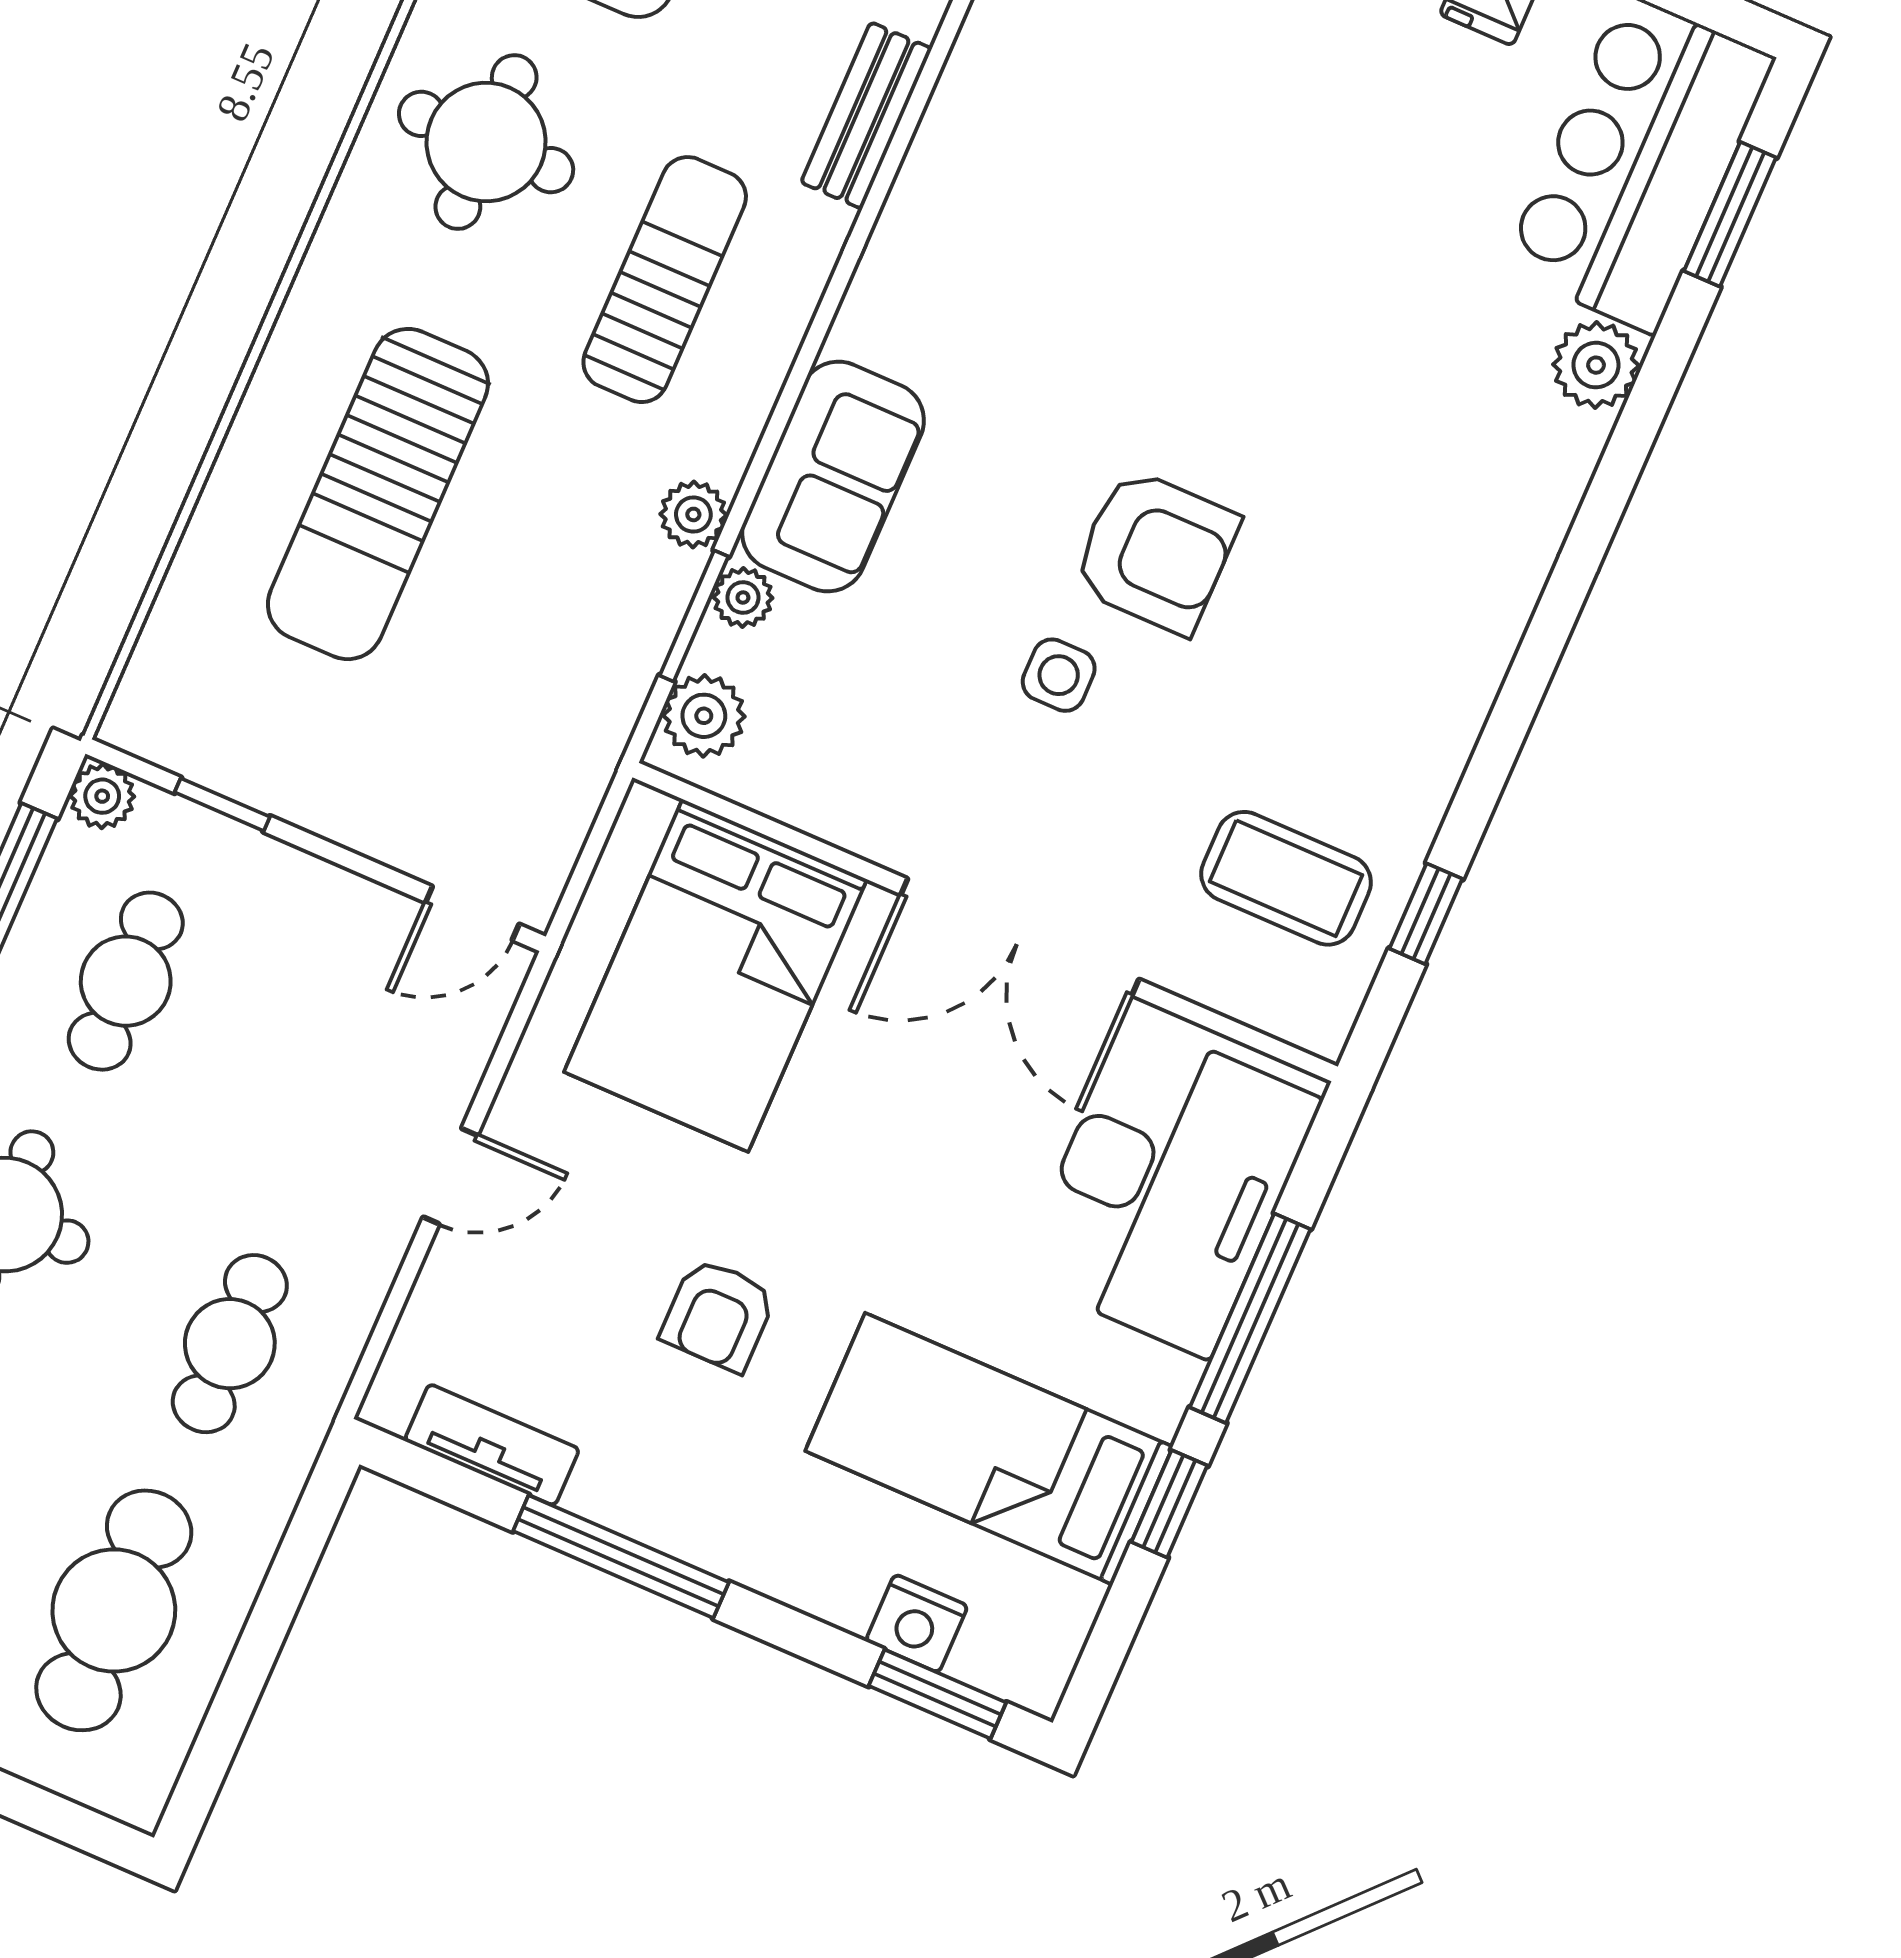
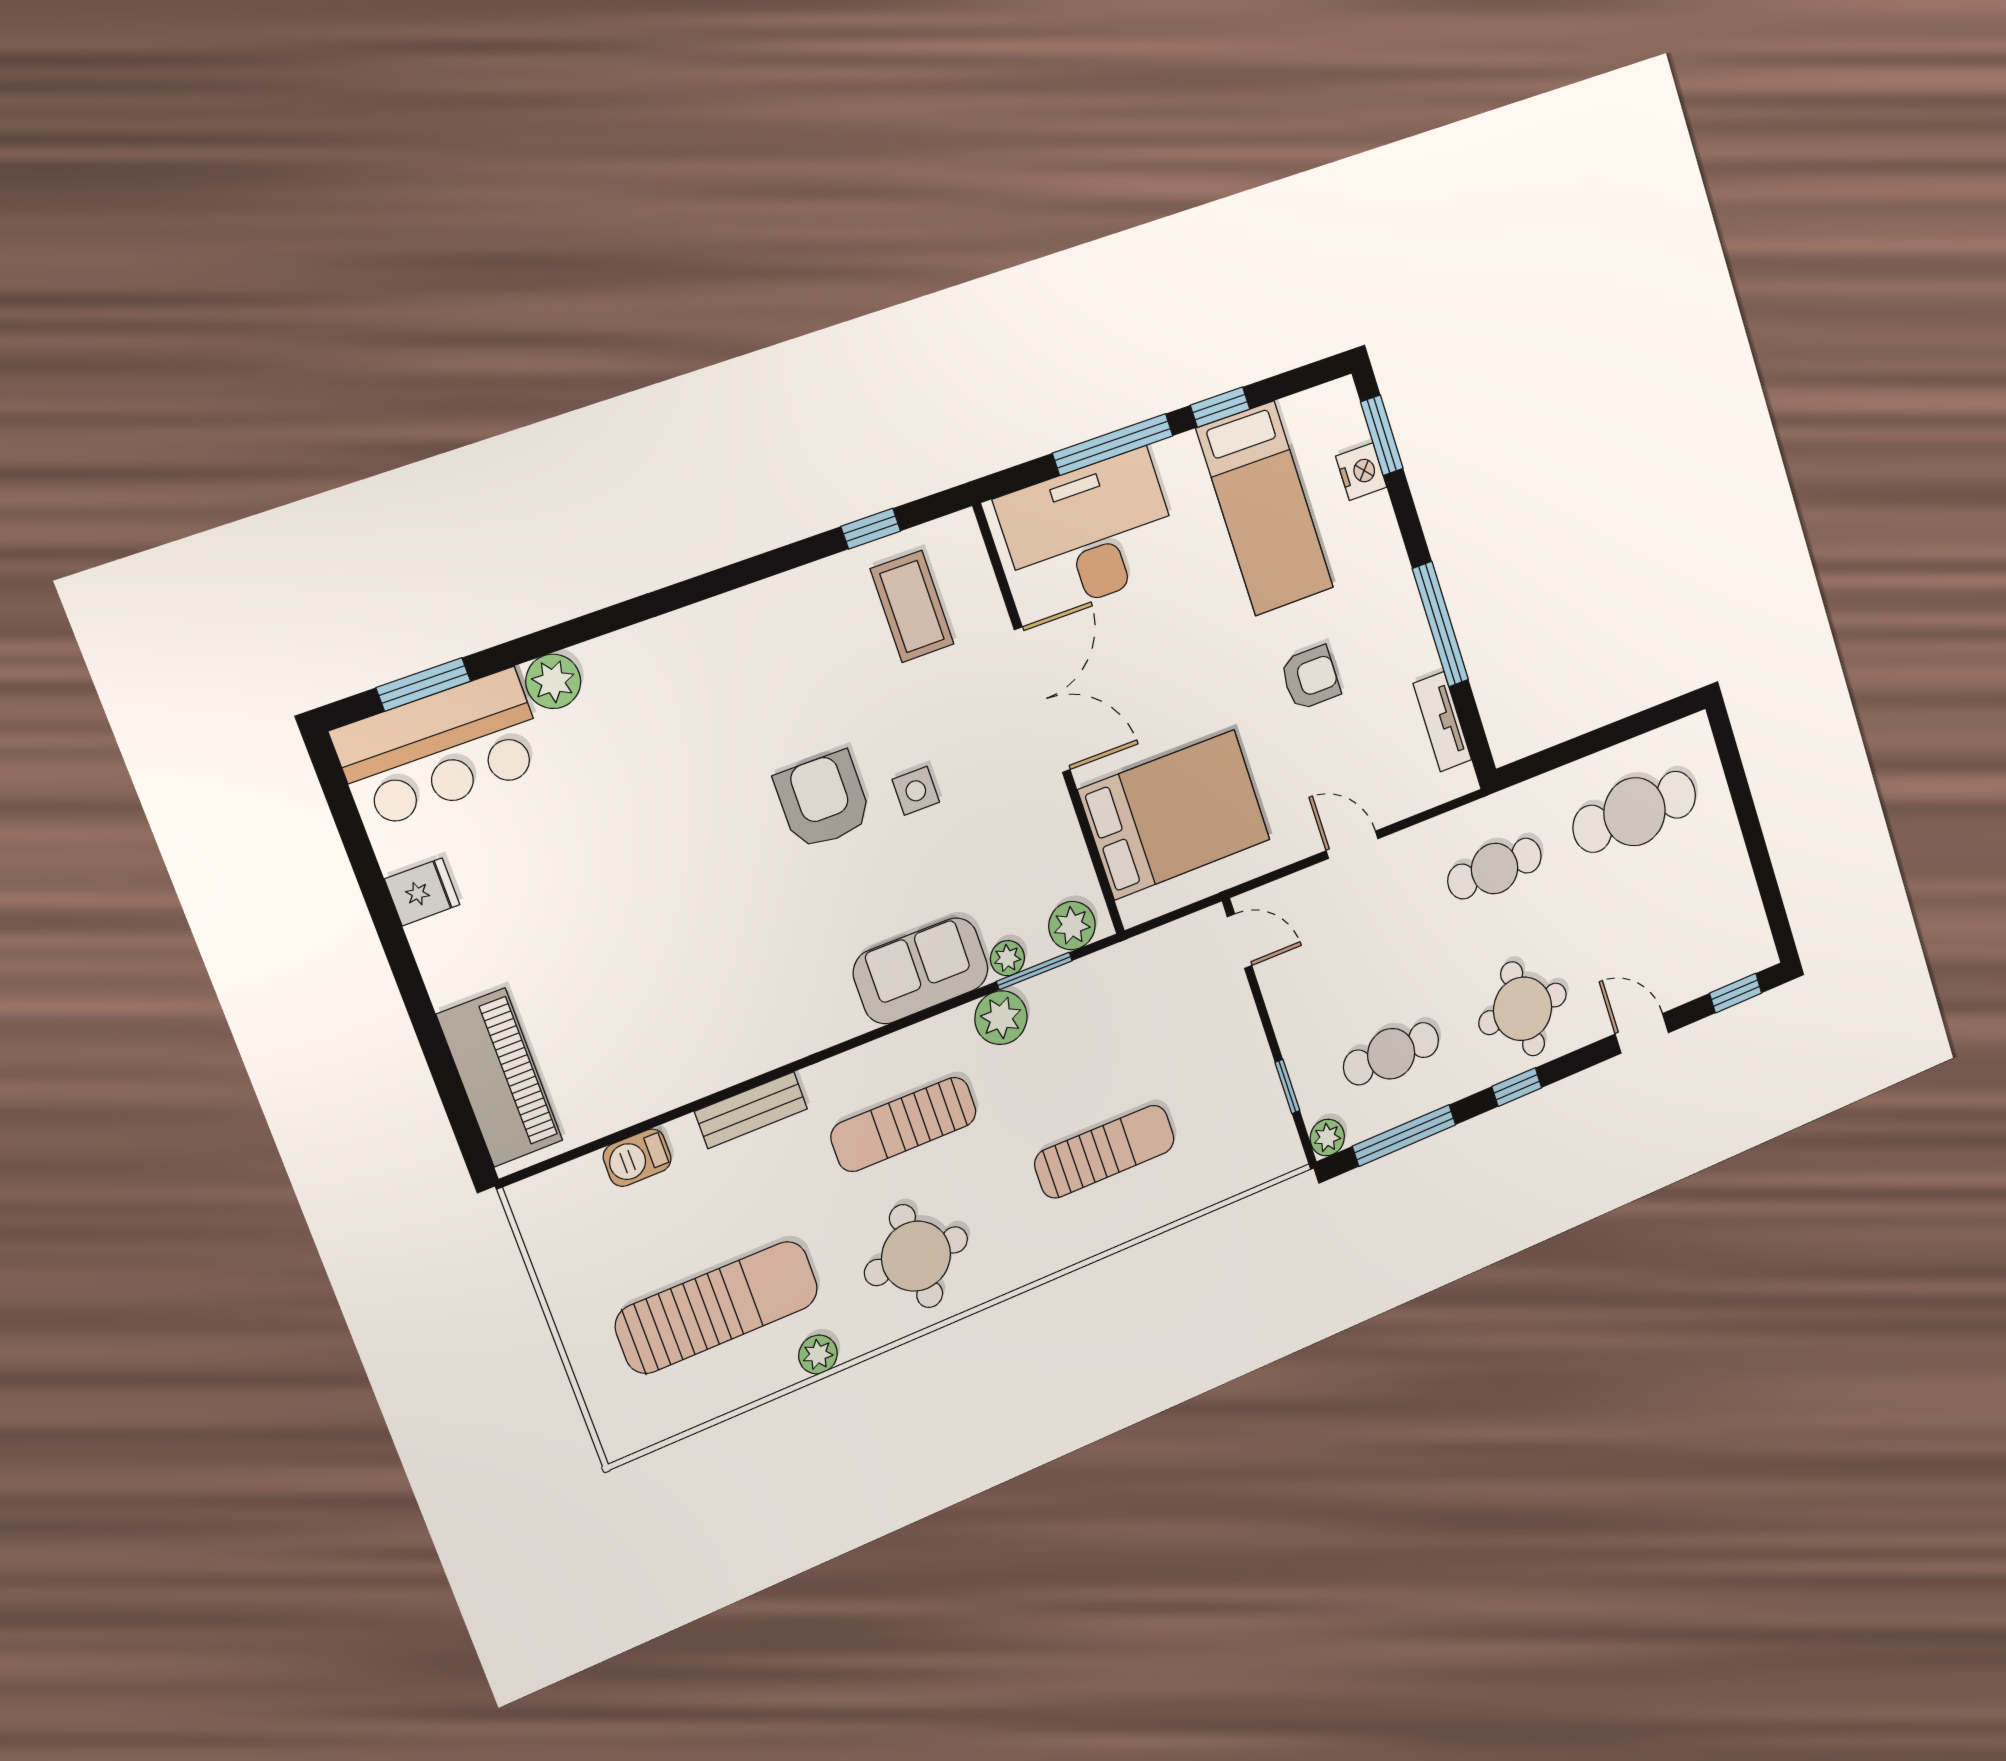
sun lounger: (378, 494) -> (1105, 1152), width x0.73, depth x0.75
plant: (693, 514) -> (1001, 1018), width x1.38, depth x1.38

